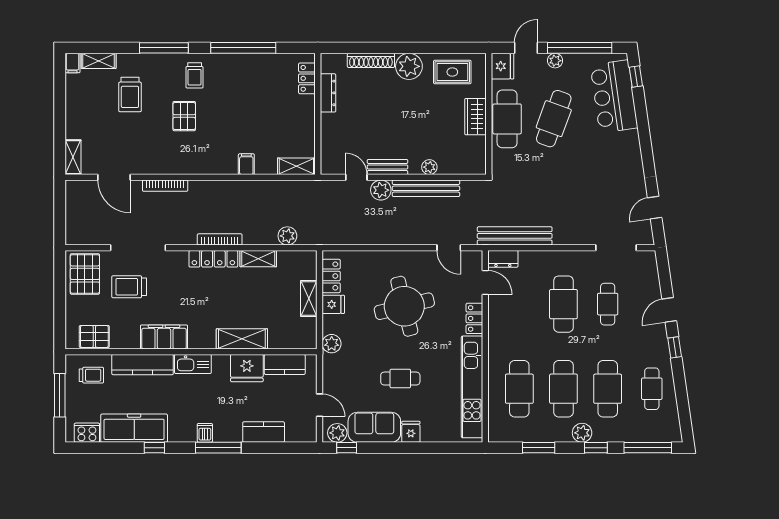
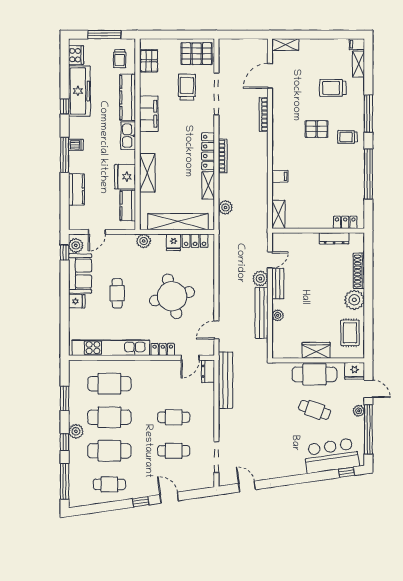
cafe table: (554, 119) -> (315, 410), width x0.73, depth x0.74
shelving: (309, 298) -> (178, 222), width x2.20, depth x1.33
cafe table: (563, 304) -> (174, 417), width x0.73, depth x0.74

